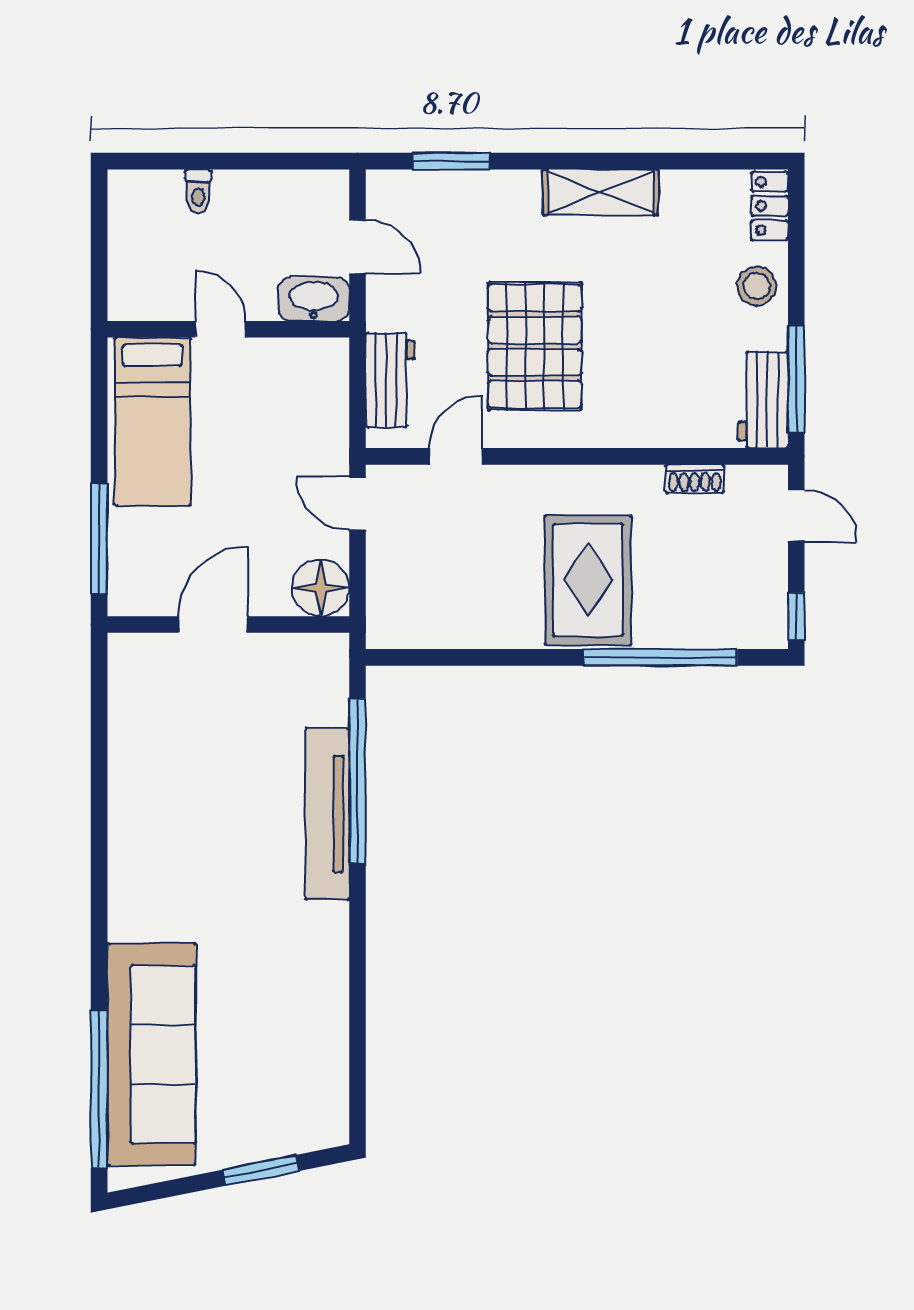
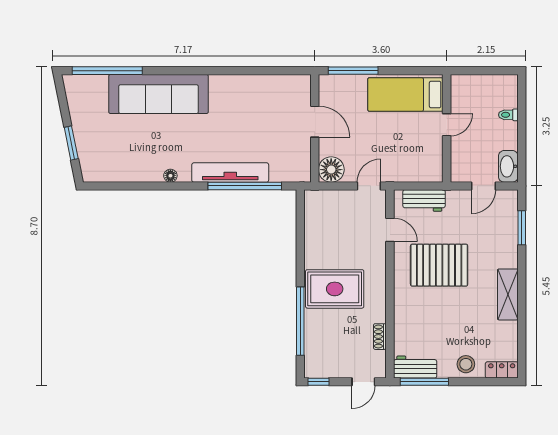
washbasin: (314, 299) -> (508, 166), moved, turned 180
floor lamp: (335, 948) -> (170, 176), added
sofa: (152, 1054) -> (159, 94), moved

